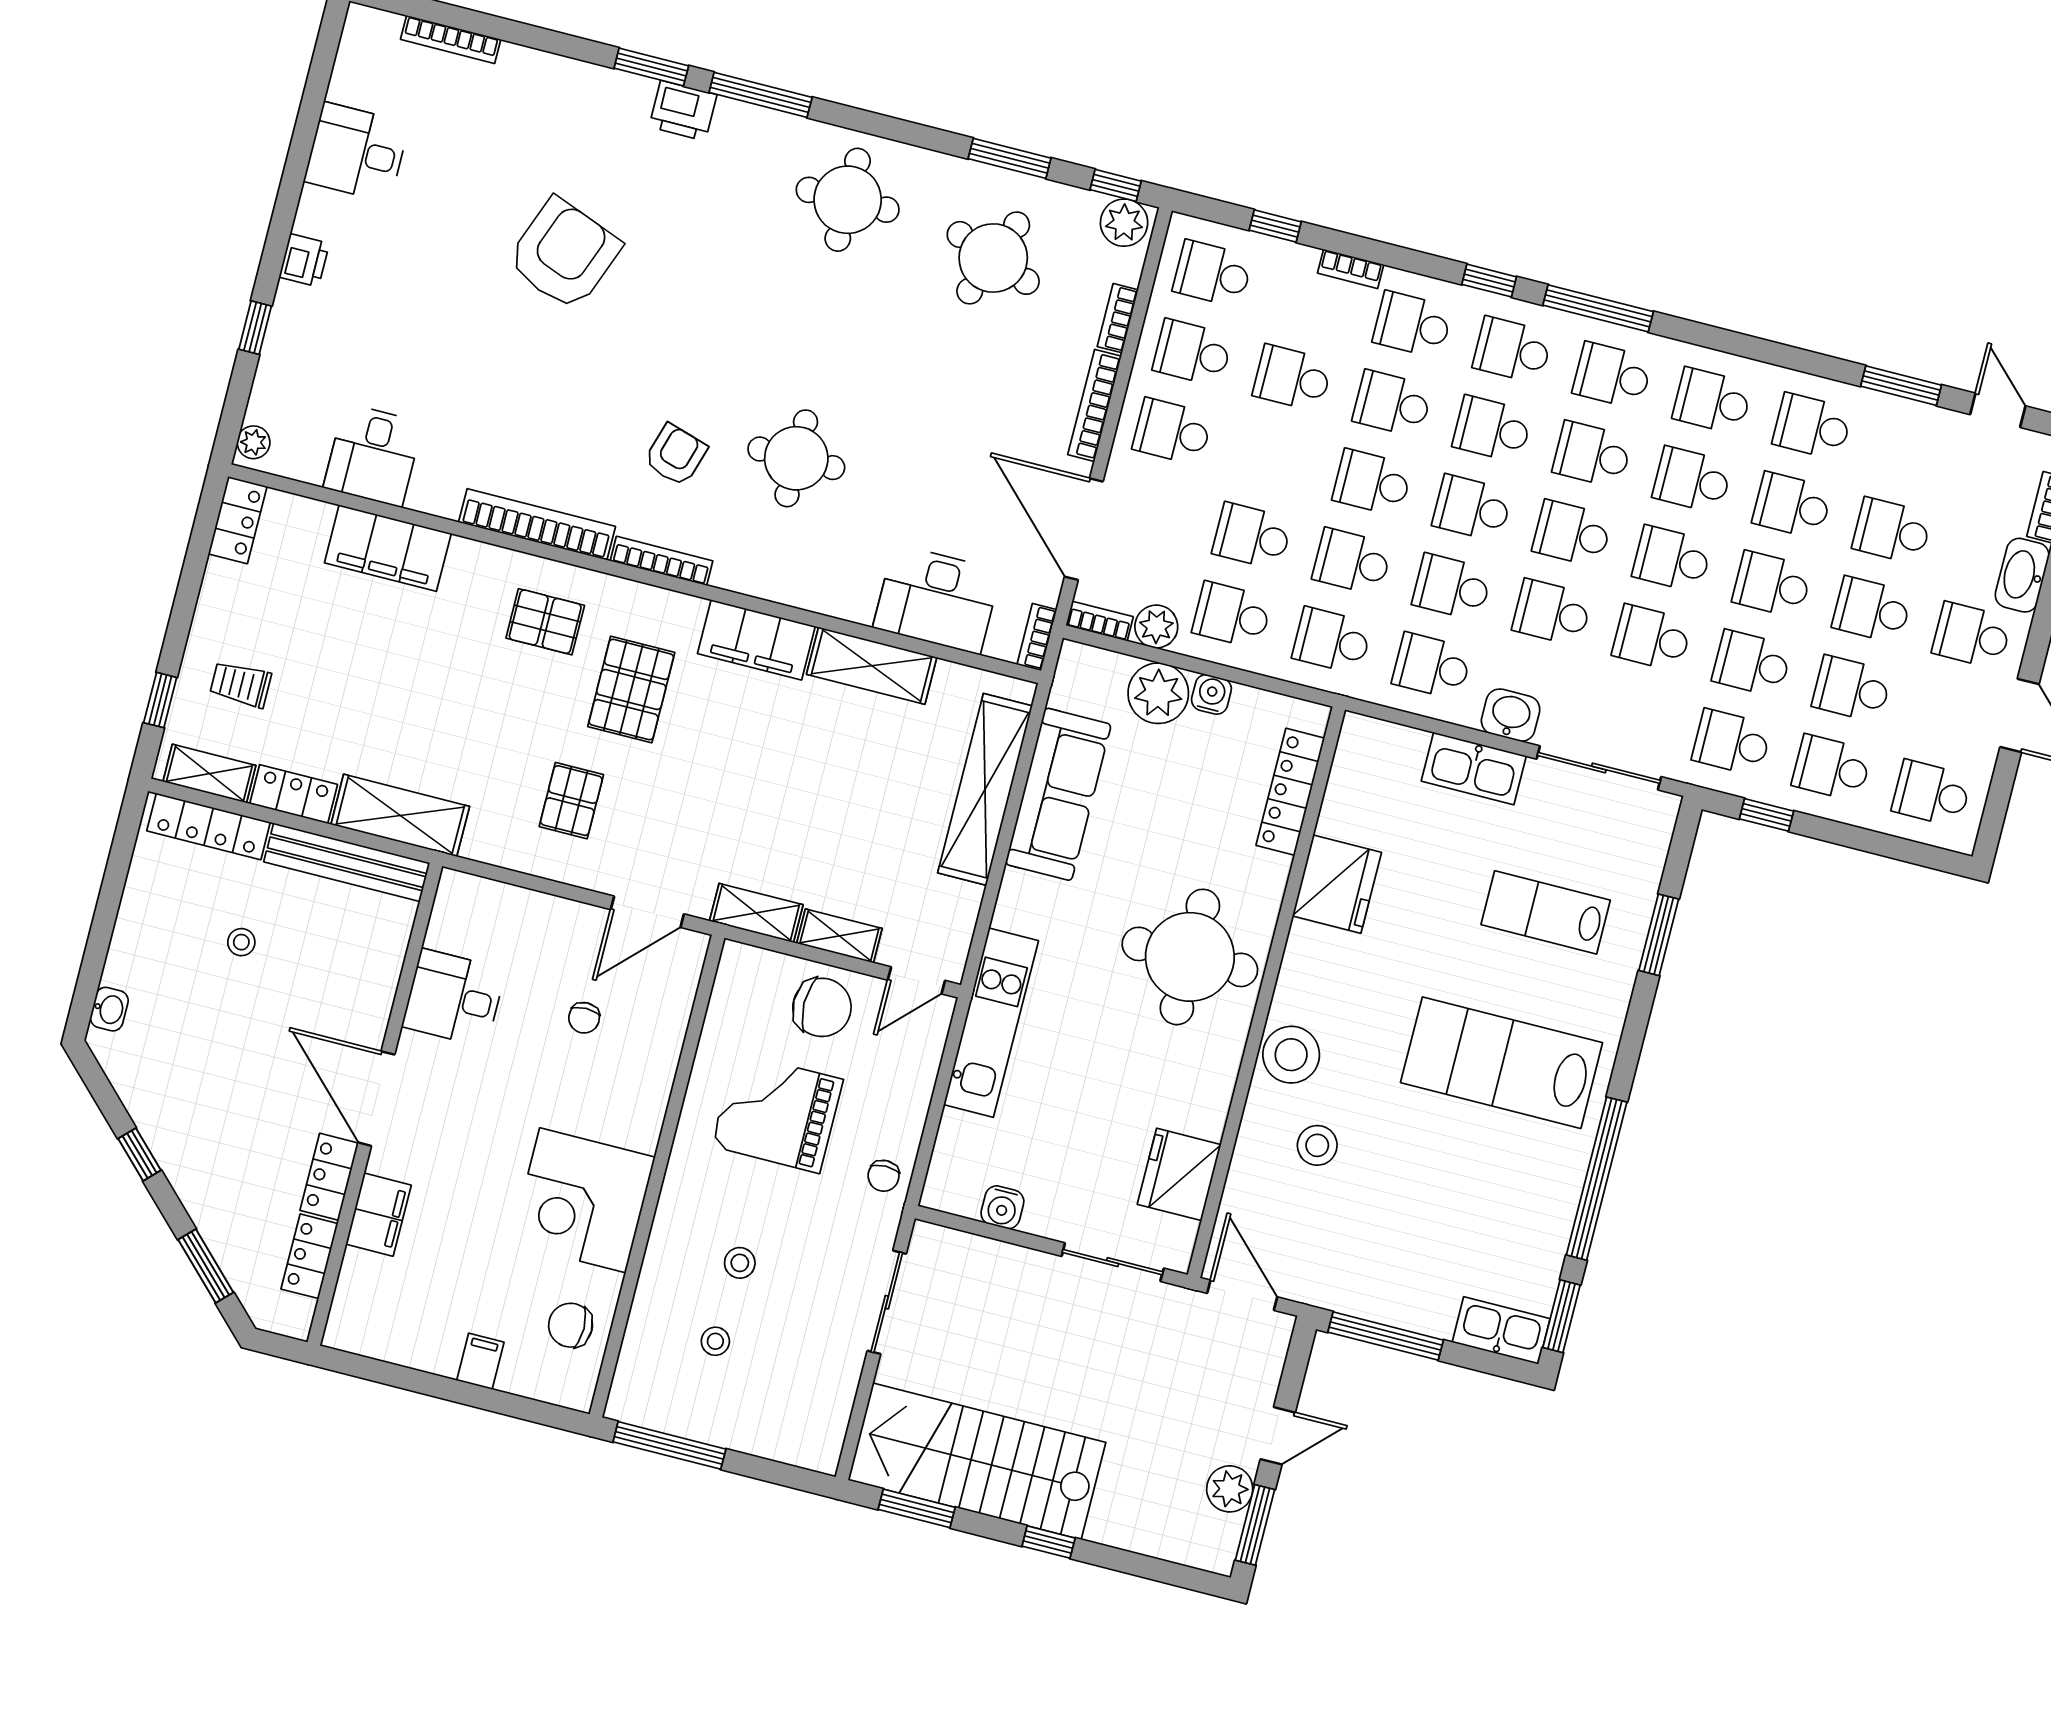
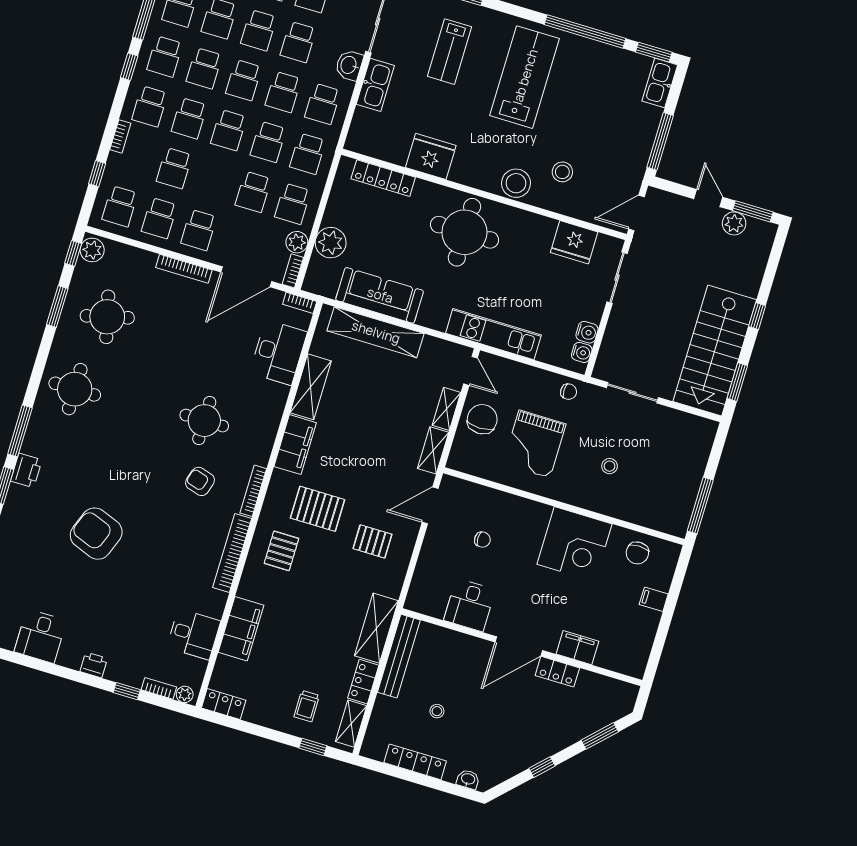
round table: (993, 258) -> (107, 317), turned -35
bookcase: (1118, 318) -> (159, 688), moved, turned 180
water cooler: (1211, 694) -> (582, 352), moved, turned 180
locker: (209, 826) -> (415, 762), moved, turned -90
door: (647, 912) -> (430, 505), swing flipped
lab bench: (1502, 1063) -> (525, 77), turned 180
locker: (309, 1256) -> (597, 683), removed
stool: (715, 1341) -> (649, 480), removed

